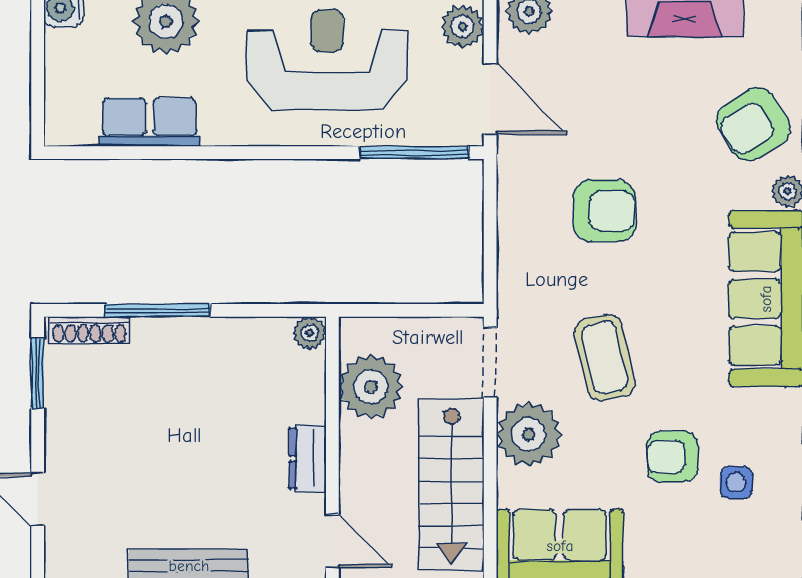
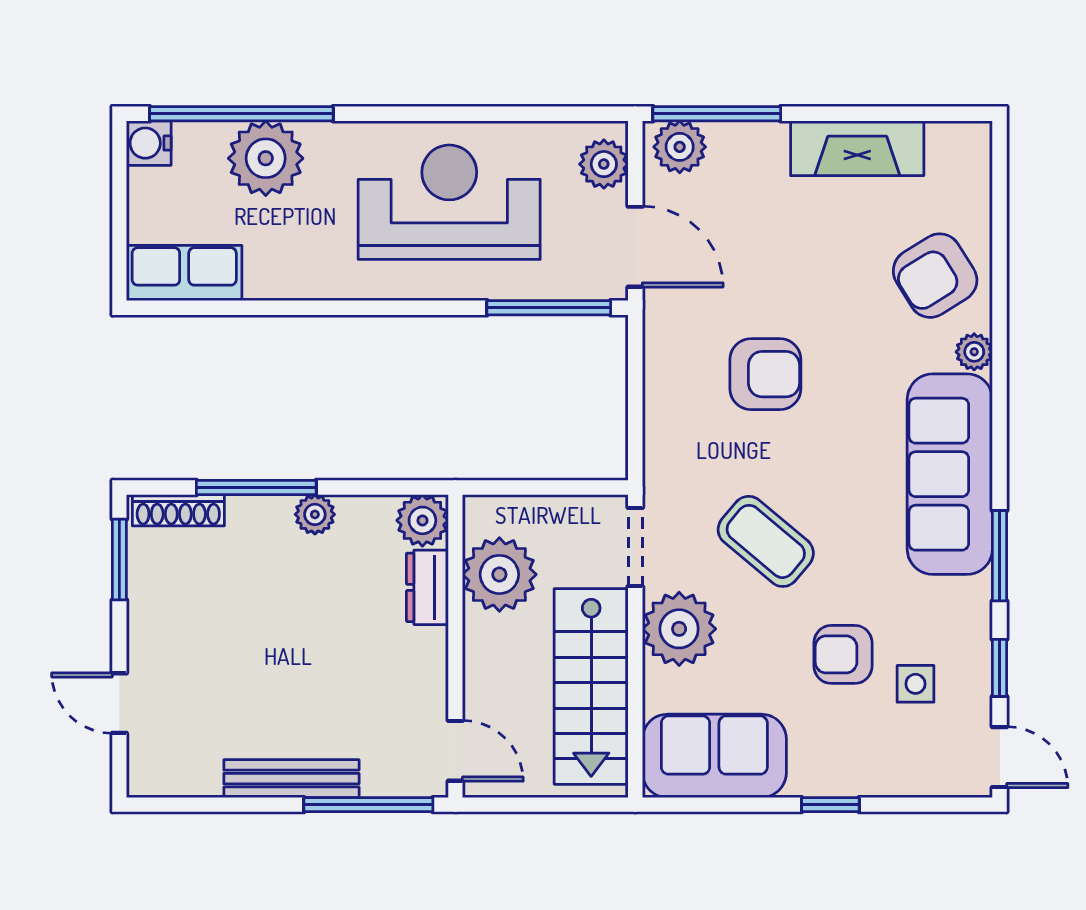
row of seats: (150, 122) -> (184, 273), moved
plant: (310, 333) -> (422, 520), width x1.38, depth x1.38
plant: (209, 334) -> (315, 514), added
coffee table: (605, 358) -> (766, 541), turned -37
dresser: (308, 458) -> (427, 587), moved

